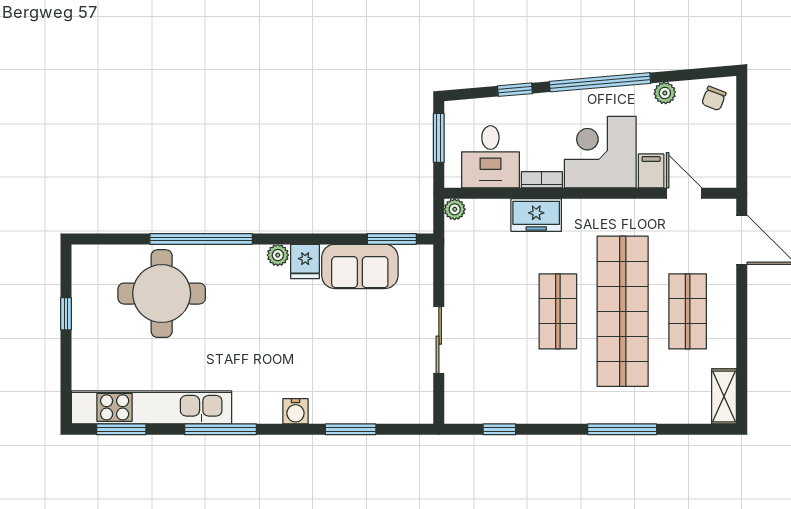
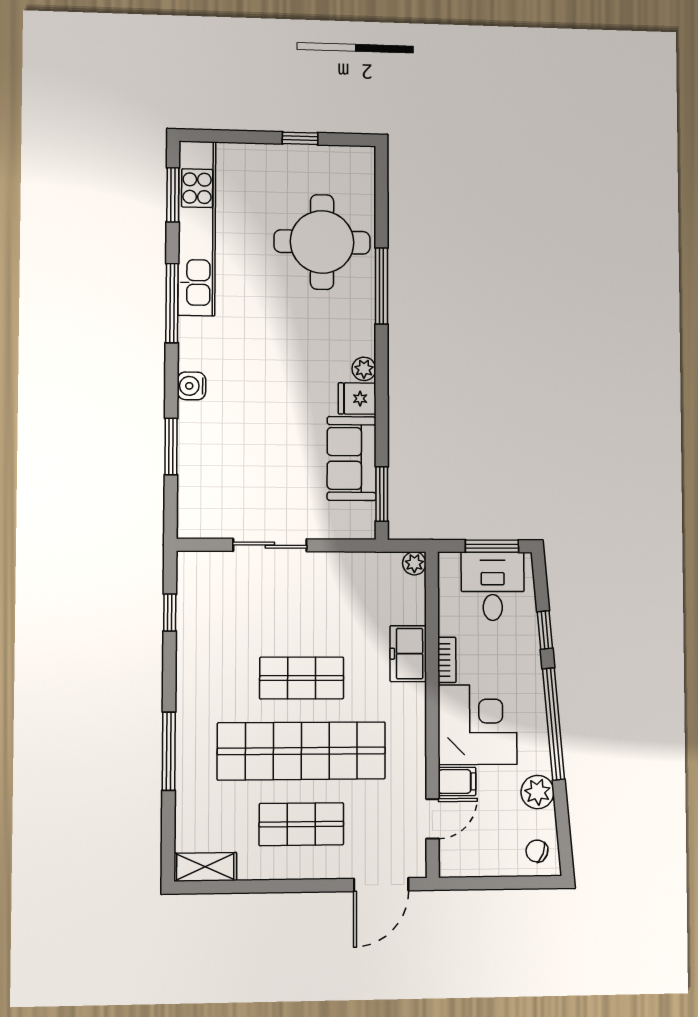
plant: (665, 93) -> (538, 792), width x1.38, depth x1.38
desk: (490, 157) -> (493, 586), moved, turned 90
window: (201, 239) -> (382, 286), width x0.68

